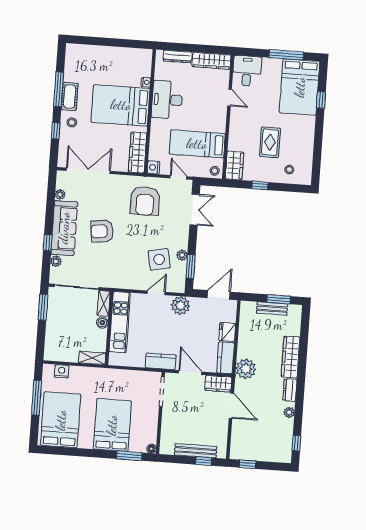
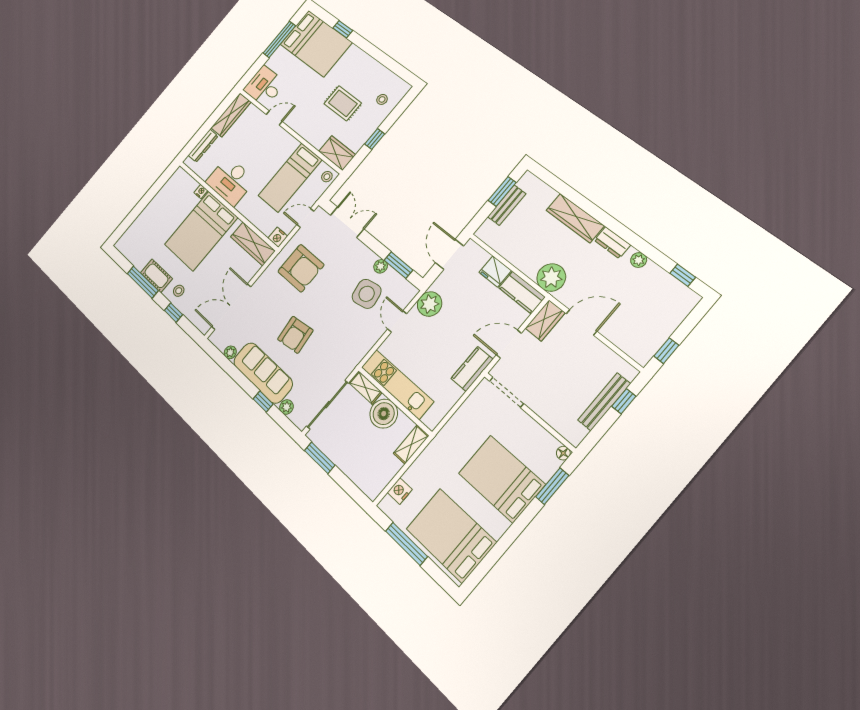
boiler: (102, 323) -> (384, 414), width x1.86, depth x1.86

